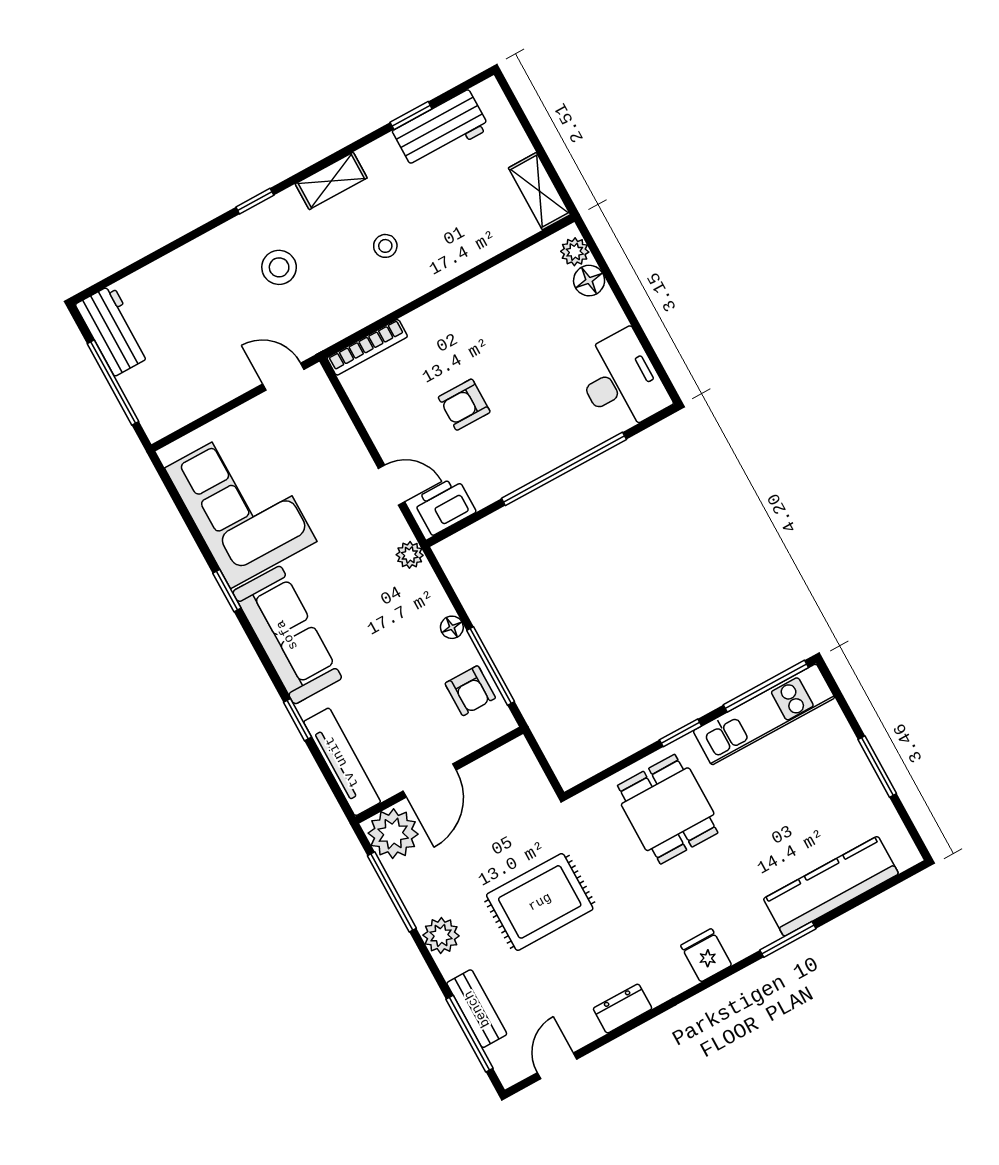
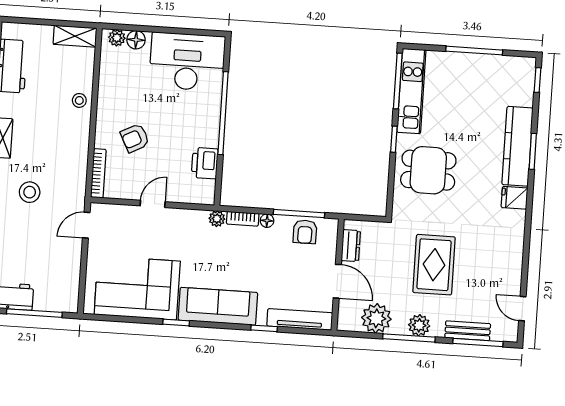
stool: (385, 246) -> (79, 100), moved
desk: (621, 381) -> (187, 62), width x1.36, depth x1.30
armchair: (464, 405) -> (135, 138), moved, turned 63
door: (392, 485) -> (153, 204), moved
printer: (444, 506) -> (205, 163), moved
bookcase: (433, 591) -> (243, 219), added
armchair: (470, 691) -> (305, 232), turned 90
window: (877, 767) -> (474, 51), width x1.44
plant: (393, 834) -> (376, 318), moved
window: (893, 882) -> (537, 80), added
kitchen counter: (831, 886) -> (518, 146), moved
window: (392, 892) -> (409, 338), moved
dresser: (623, 1009) -> (351, 246), moved, turned 180

